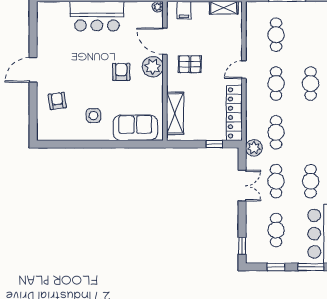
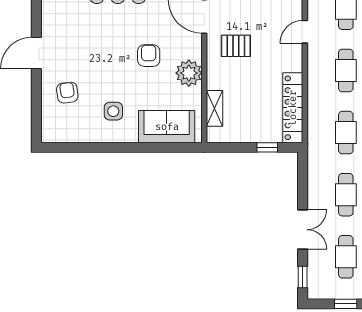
plant: (153, 67) -> (189, 73), moved
door: (244, 70) -> (305, 32), moved
shelving: (175, 113) -> (214, 108), width x0.67, depth x0.75
plant: (254, 148) -> (318, 152), removed
double door: (242, 186) -> (303, 230), moved

